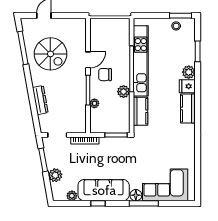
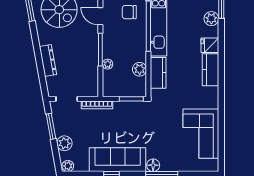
door: (88, 60) -> (100, 16), swing flipped
plant: (189, 72) -> (211, 19), moved
chair: (105, 75) -> (129, 12), moved
plant: (124, 92) -> (140, 69), moved
corner sofa: (165, 185) -> (201, 134), moved, turned -90
plant: (72, 196) -> (68, 166), moved

